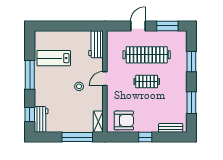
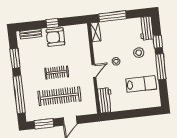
window: (191, 62) -> (19, 95), width x2.11
stool: (53, 93) -> (139, 53), added
window: (30, 114) -> (158, 42), moved
armchair: (124, 120) -> (55, 37), moved

